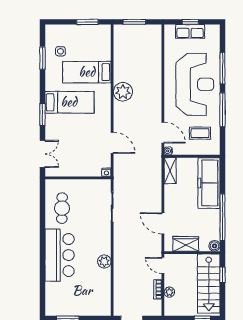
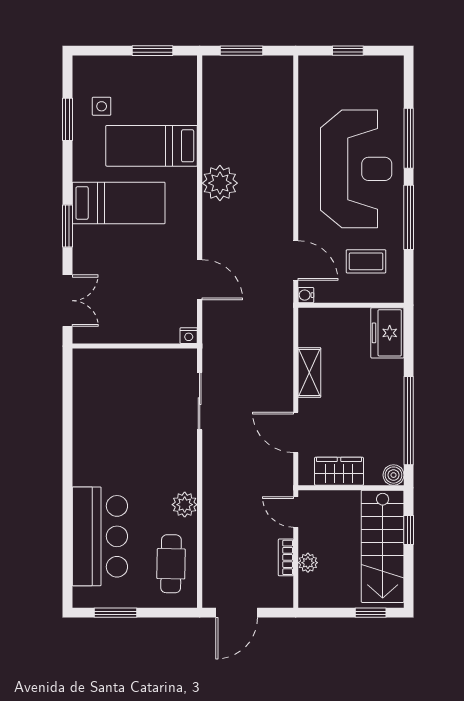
row of seats: (190, 31) -> (347, 68), removed
shelving: (170, 171) -> (309, 372), moved
freezer: (209, 183) -> (387, 333), width x0.52, depth x0.79
cafe table: (62, 208) -> (171, 564), moved
bar counter: (60, 255) -> (100, 536), moved

